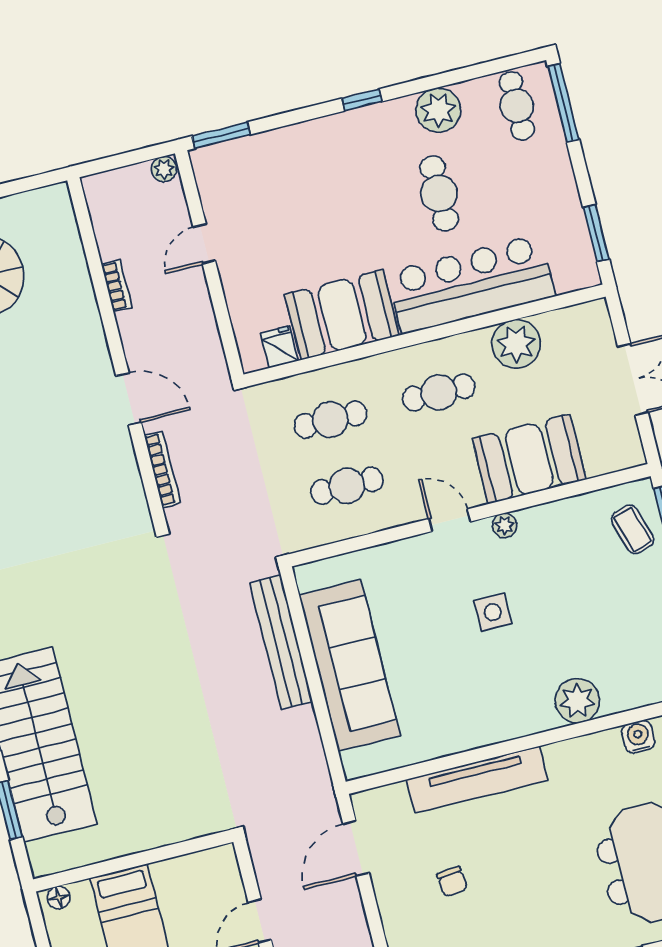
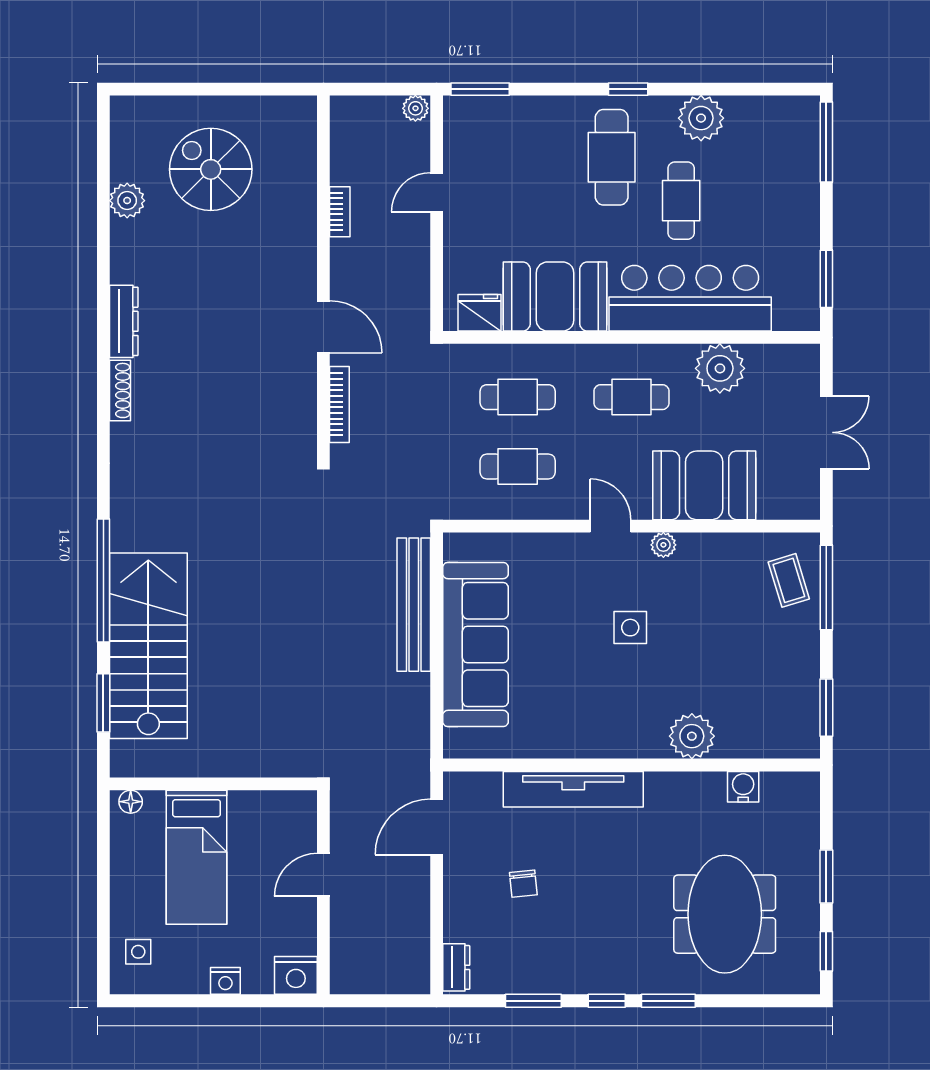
cafe table: (517, 106) -> (612, 157), moved, width x1.37, depth x1.35
fridge: (279, 347) -> (479, 313), width x1.38

